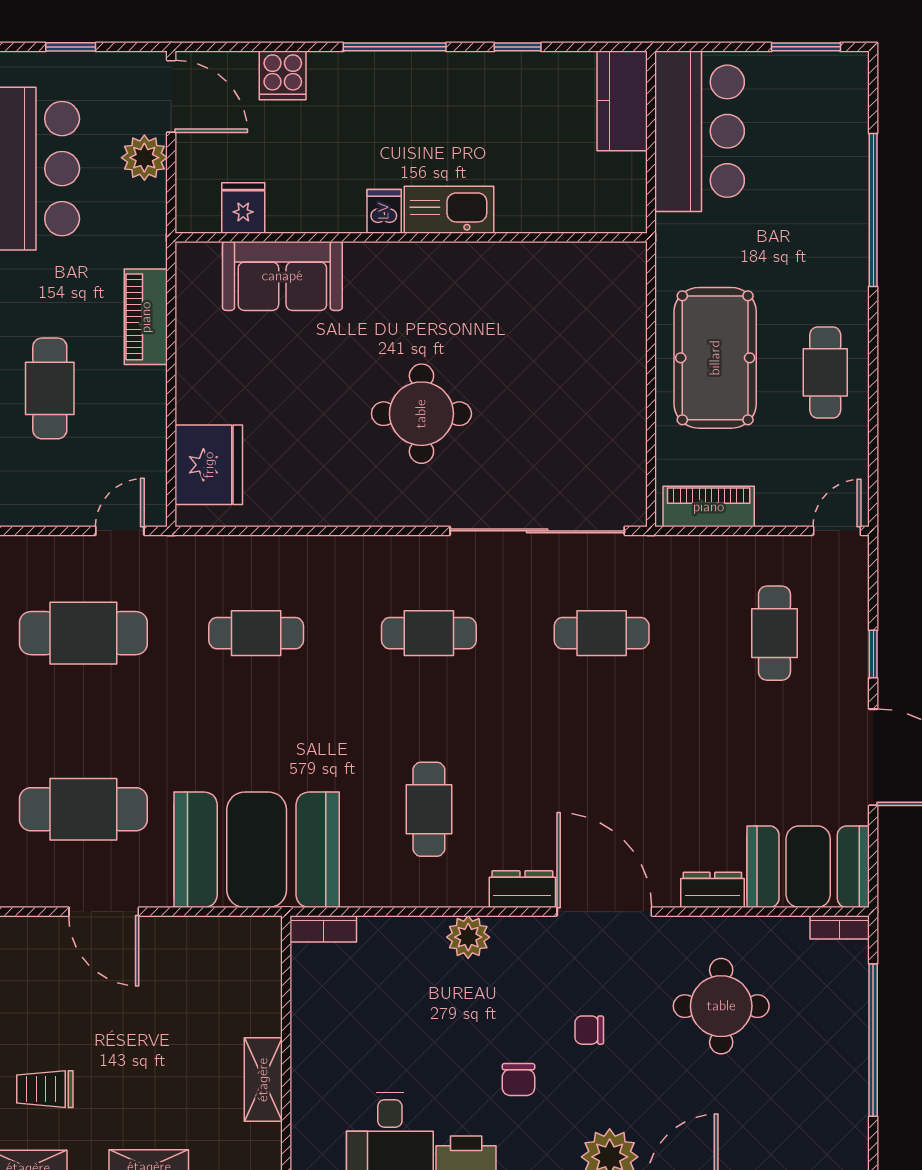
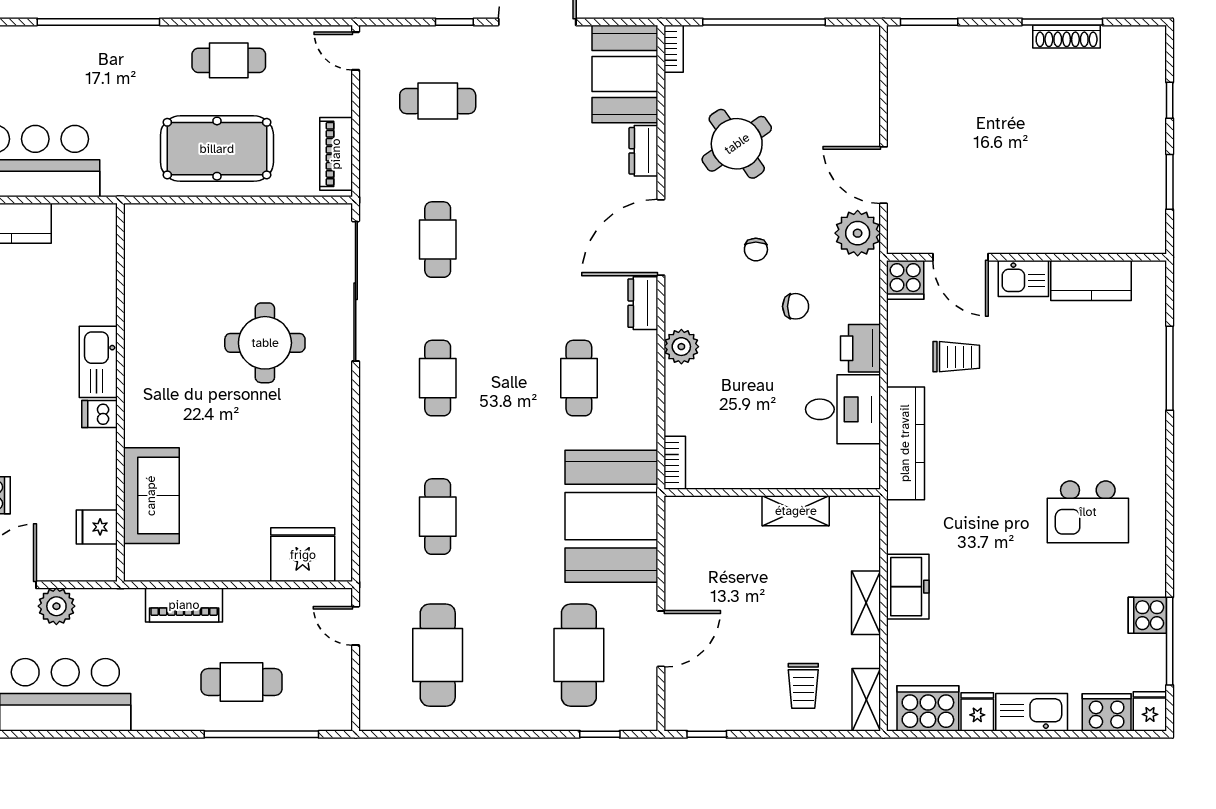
round table: (421, 414) -> (265, 343), moved
cafe table: (429, 809) -> (579, 378), turned 90
round table: (721, 1006) -> (737, 144), turned -35

